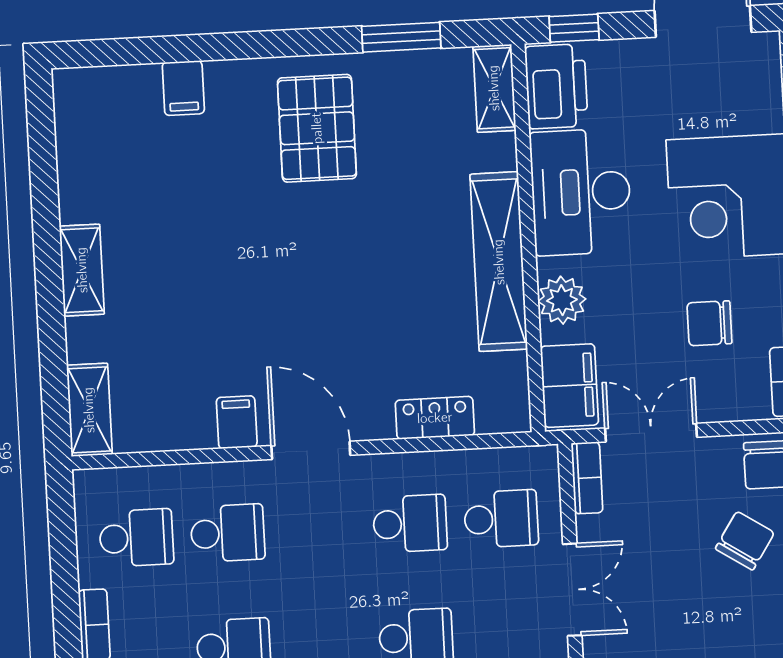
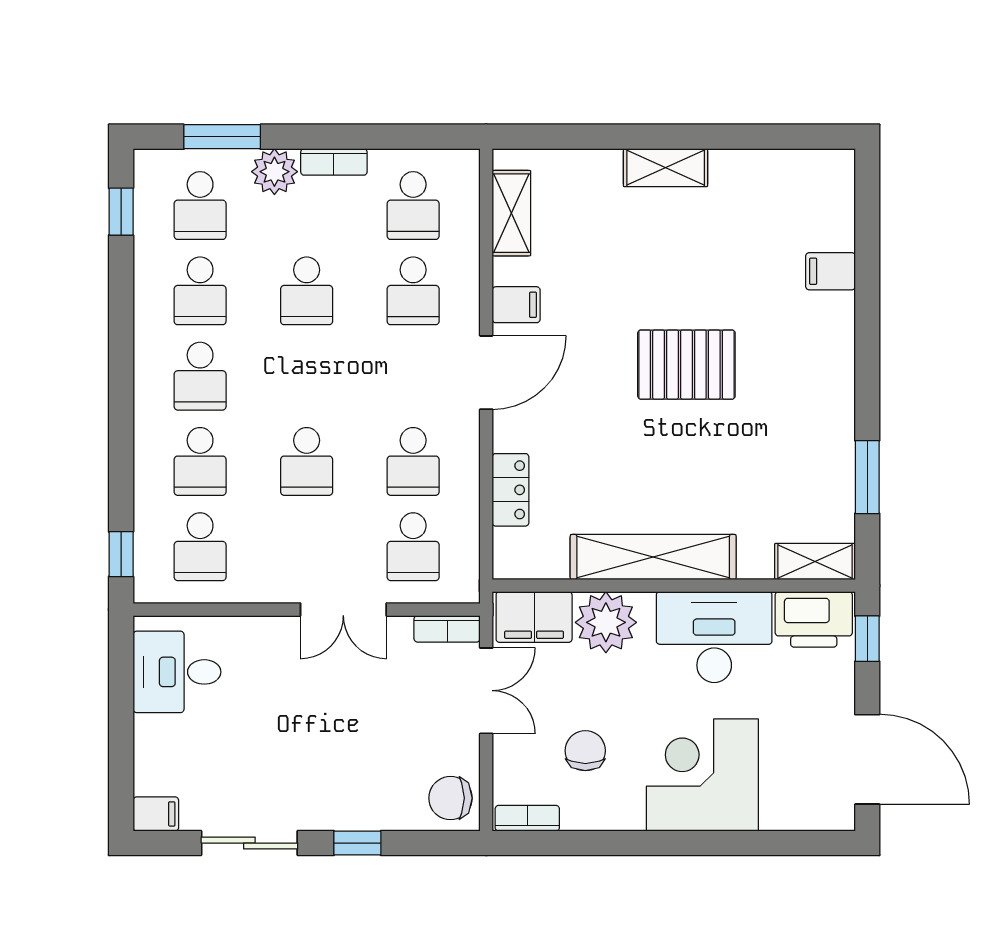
pallet: (317, 128) -> (686, 365), moved
plant: (562, 300) -> (606, 622), width x1.36, depth x1.36
shelving: (89, 410) -> (511, 213), moved, turned 90
chair: (745, 541) -> (381, 773), removed

